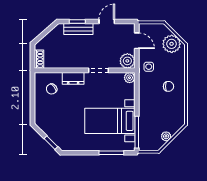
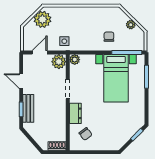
chair: (168, 86) -> (109, 37), moved

